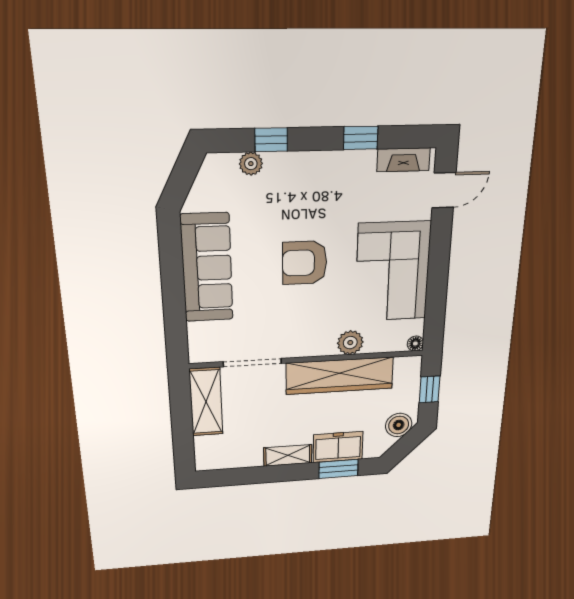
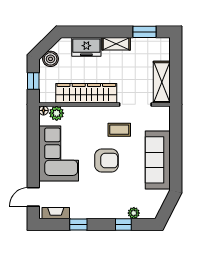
coffee table: (281, 318) -> (119, 130), added
plant: (350, 343) -> (57, 113), moved
window: (338, 469) -> (145, 32), moved

